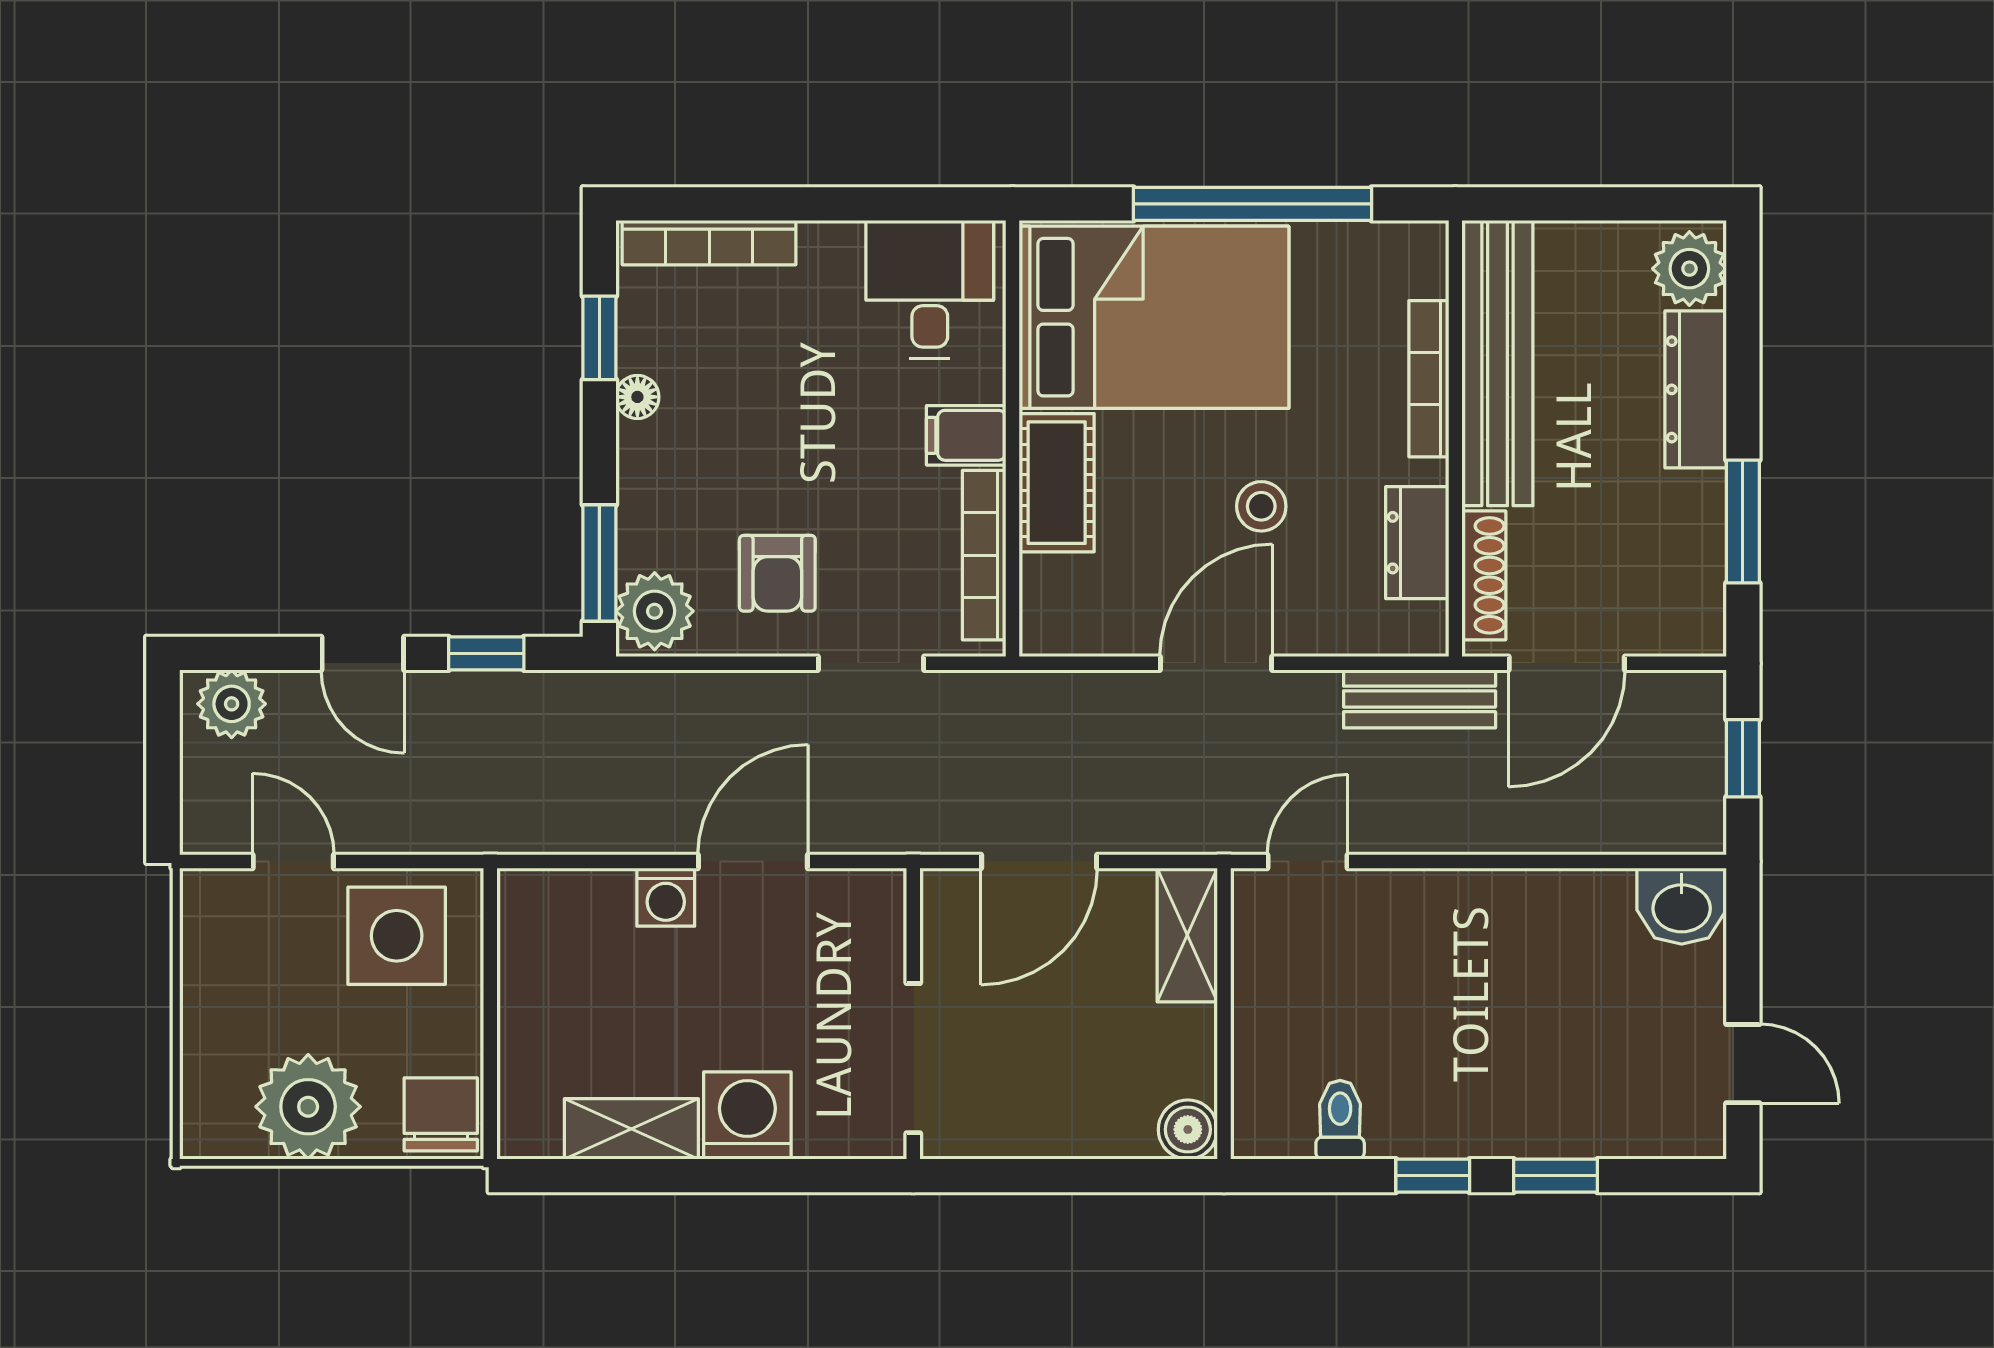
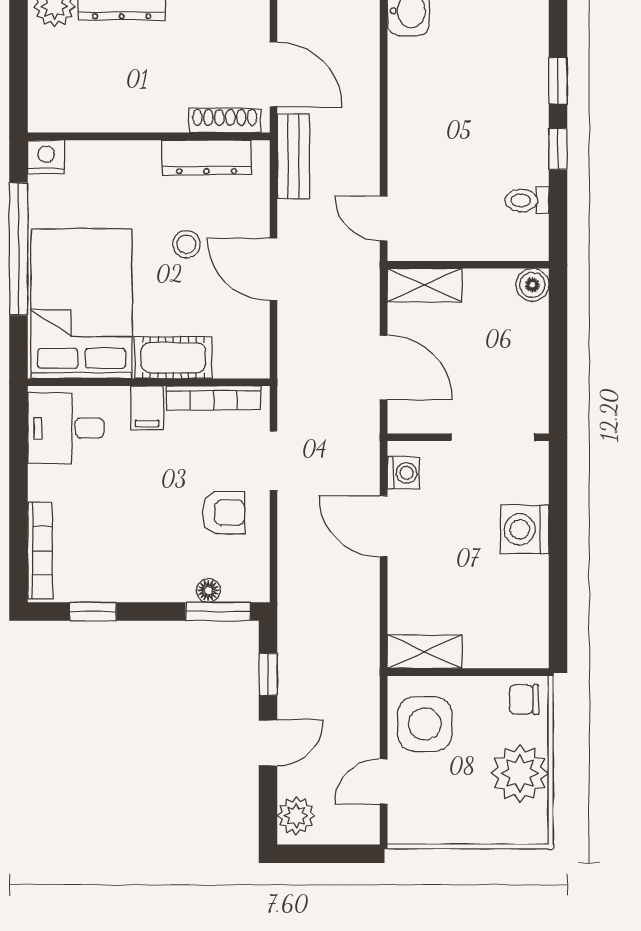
nightstand: (1418, 254) -> (46, 157), added
bench: (1497, 363) -> (107, 113), removed
bookcase: (1429, 379) -> (116, 151), removed
floor lamp: (637, 397) -> (208, 590), moved
dresser: (1417, 543) -> (207, 158), width x1.44
plant: (655, 611) -> (245, 581), removed
washing machine: (666, 897) -> (403, 473), moved
chair: (441, 1114) -> (524, 700), width x0.73, depth x0.73
shelving: (631, 1129) -> (425, 652), moved, turned 90

